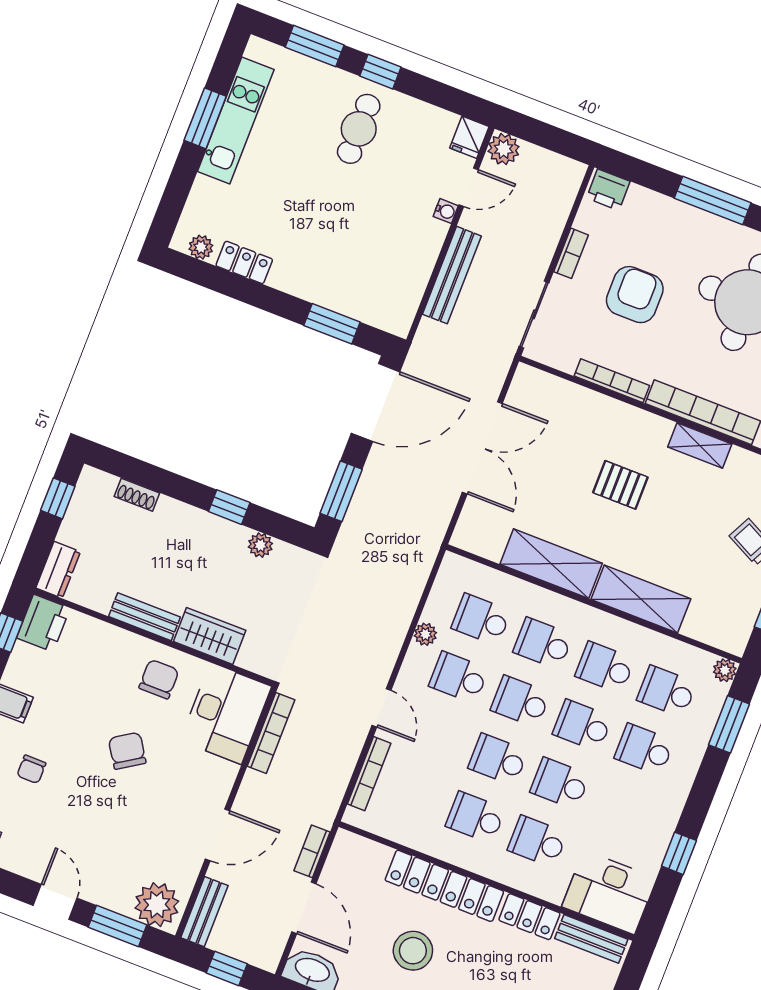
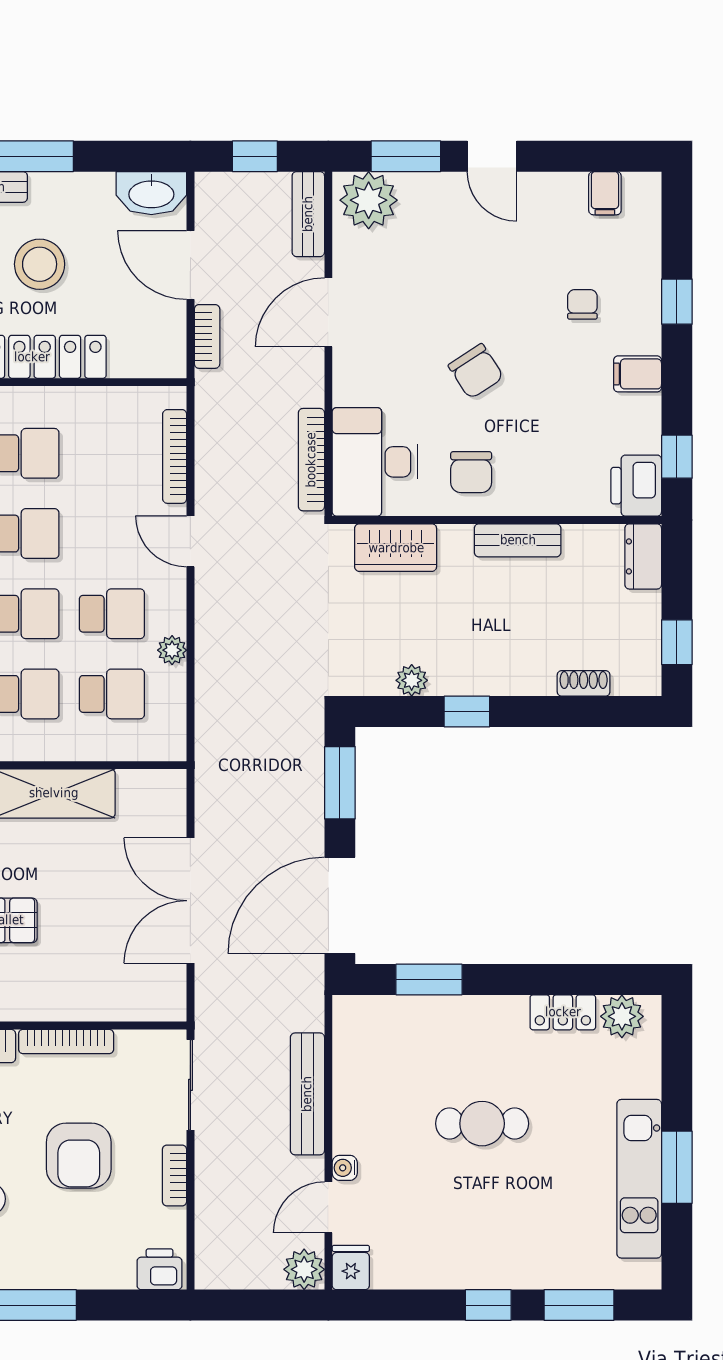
cafe table: (359, 129) -> (482, 1124), moved, turned 90
plant: (201, 247) -> (622, 1016), width x1.38, depth x1.38
wardrobe: (210, 636) -> (396, 548), moved

